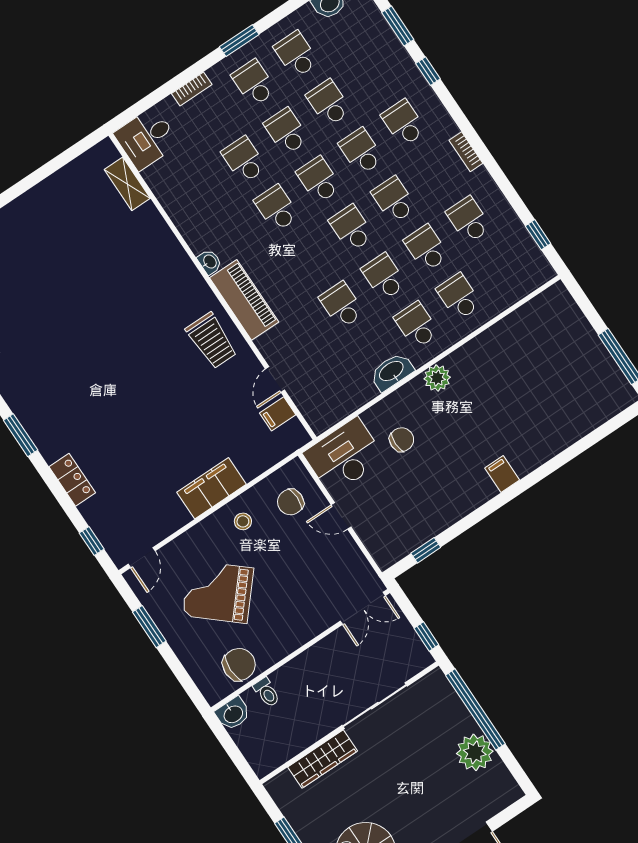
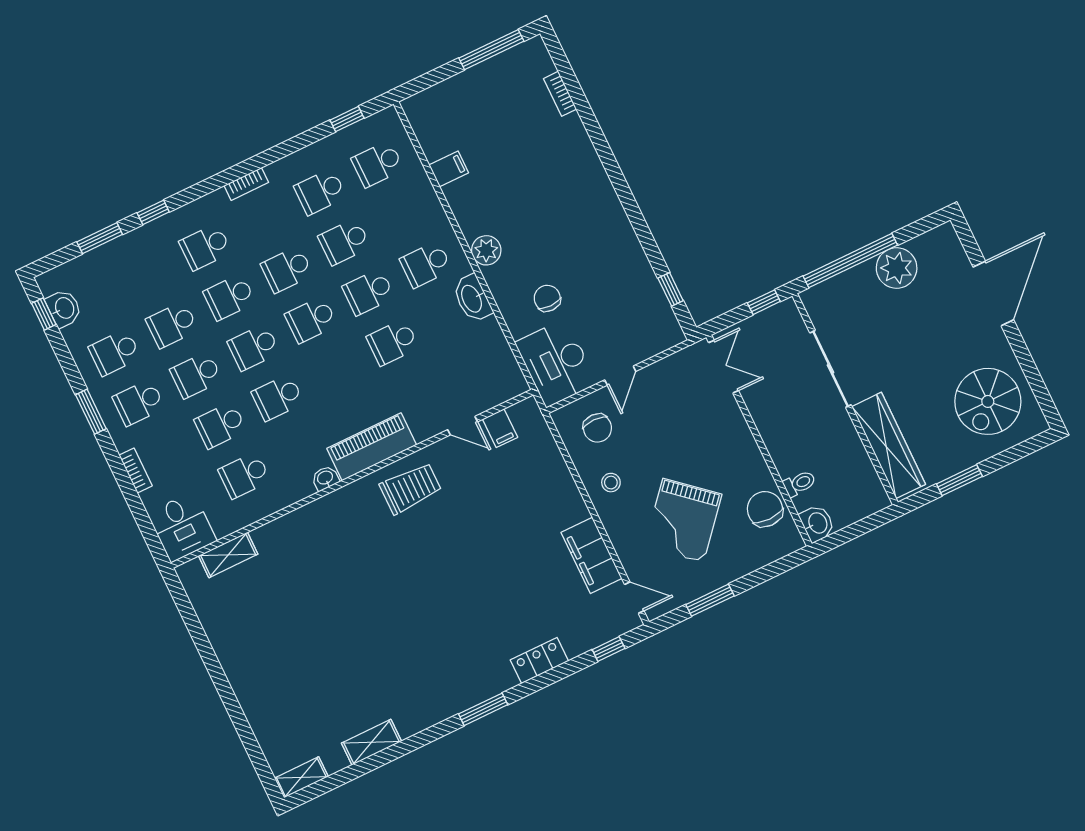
school desk: (202, 188) -> (244, 475), added
school desk: (459, 297) -> (378, 164), moved
bookcase: (589, 424) -> (560, 94), added
filing cabinet: (502, 474) -> (449, 169), moved, turned 180
filing cabinet: (212, 488) -> (591, 555), moved
wardrobe: (323, 759) -> (889, 445), width x1.40, depth x1.17

